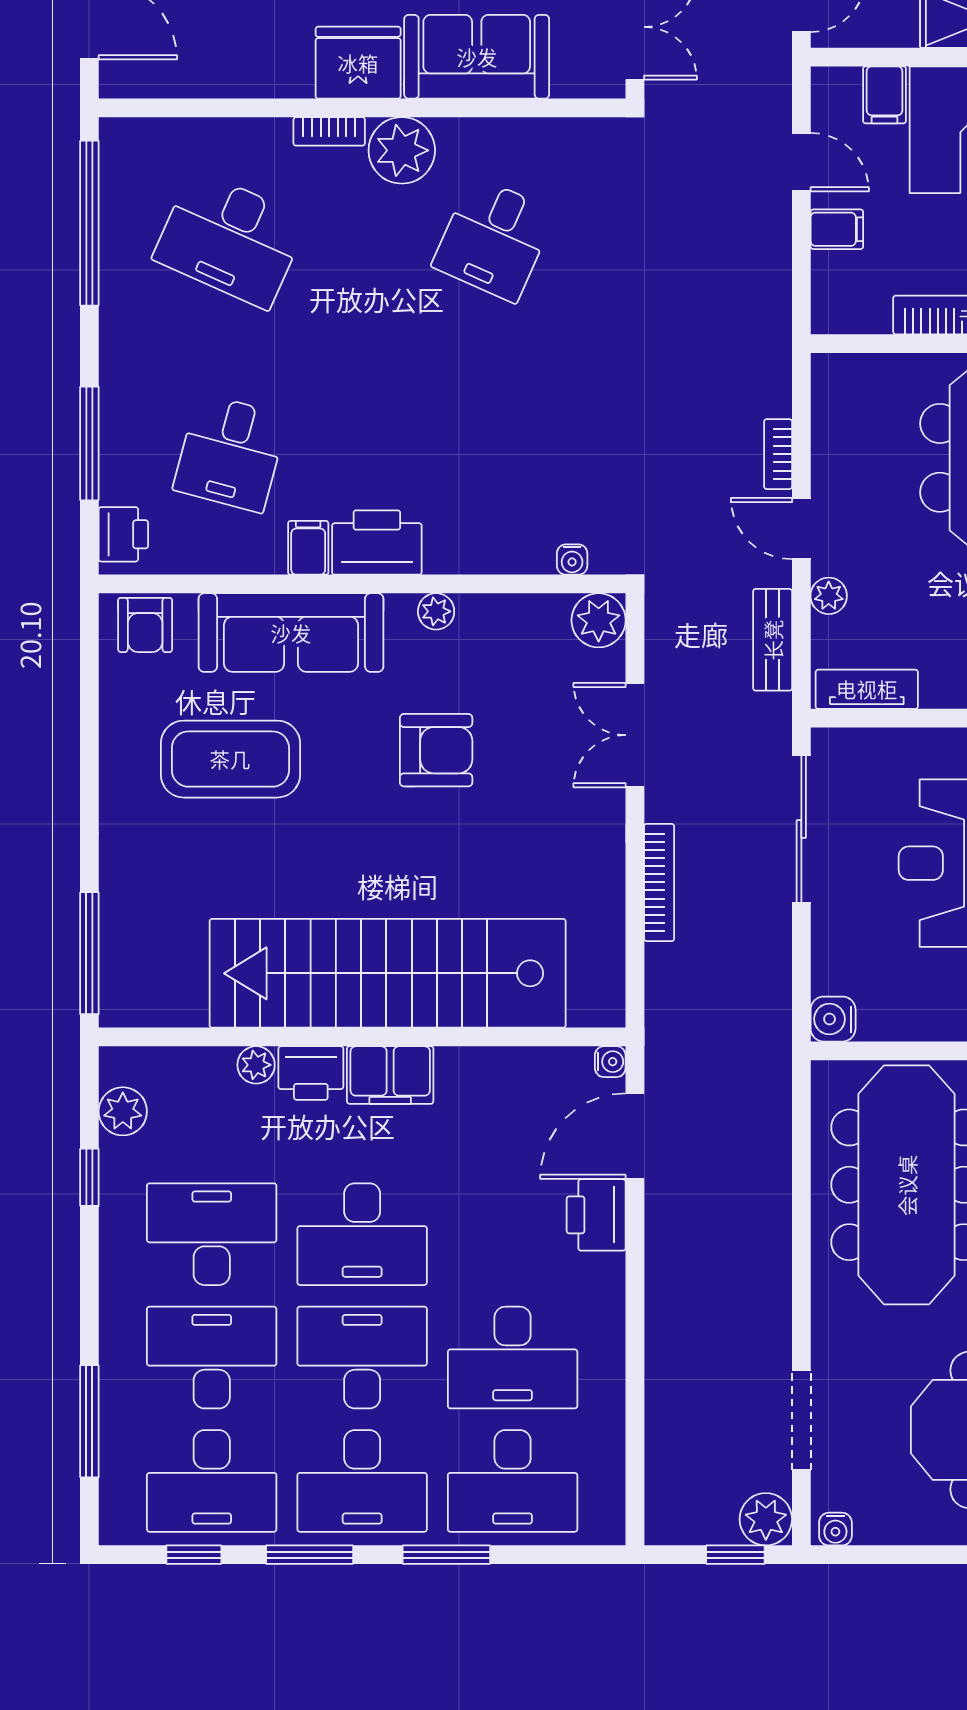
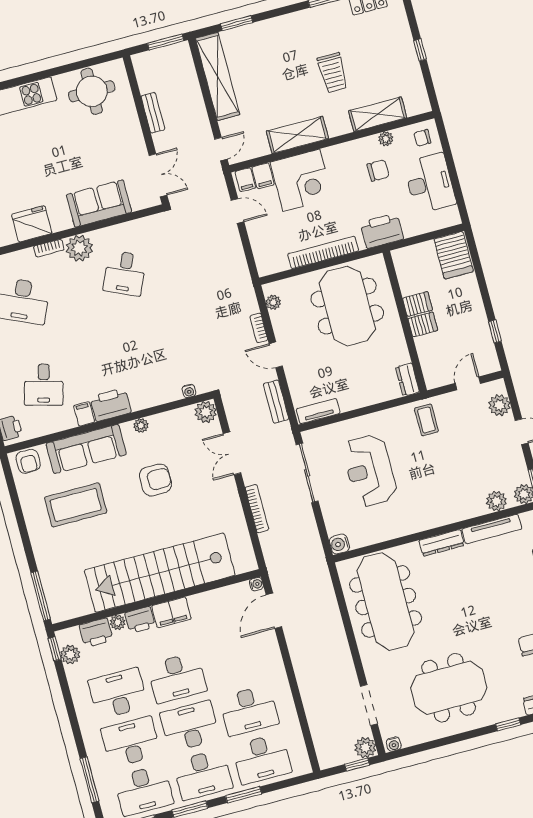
fridge: (358, 63) -> (32, 224), moved
filing cabinet: (837, 229) -> (245, 180), moved, turned 90
plant: (829, 596) -> (273, 302), moved
window: (89, 1177) -> (55, 649), moved
printer: (596, 1215) -> (96, 633), moved, turned -90

